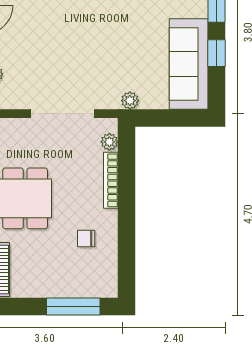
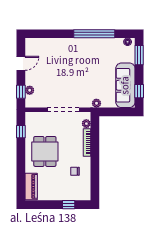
window: (217, 53) -> (139, 91), moved
window: (73, 307) -> (69, 205), width x0.46

